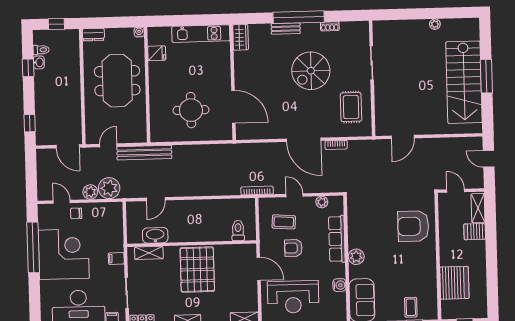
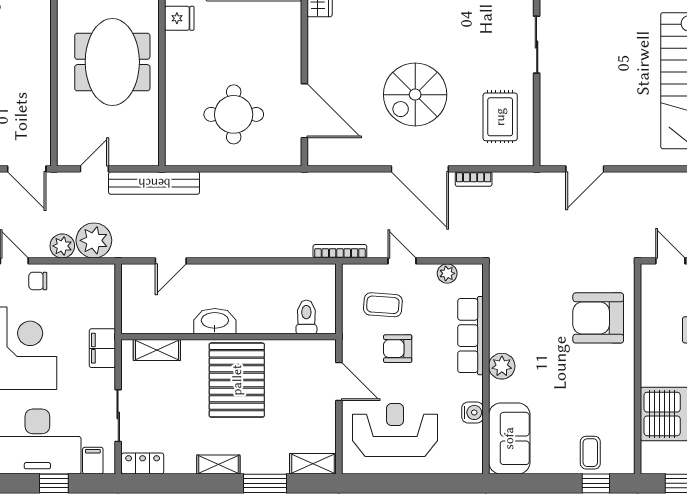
spiral stairs: (311, 71) -> (415, 95), moved
washbasin: (155, 235) -> (215, 321), moved
filing cabinet: (116, 258) -> (102, 348), width x2.00
reception desk: (293, 297) -> (395, 430), turned 180

